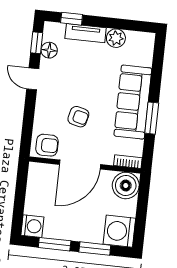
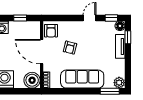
plant: (116, 38) -> (119, 83), moved
floor lamp: (49, 50) -> (120, 26), moved
window: (152, 118) -> (110, 91), moved
window: (20, 194) -> (20, 18), added

